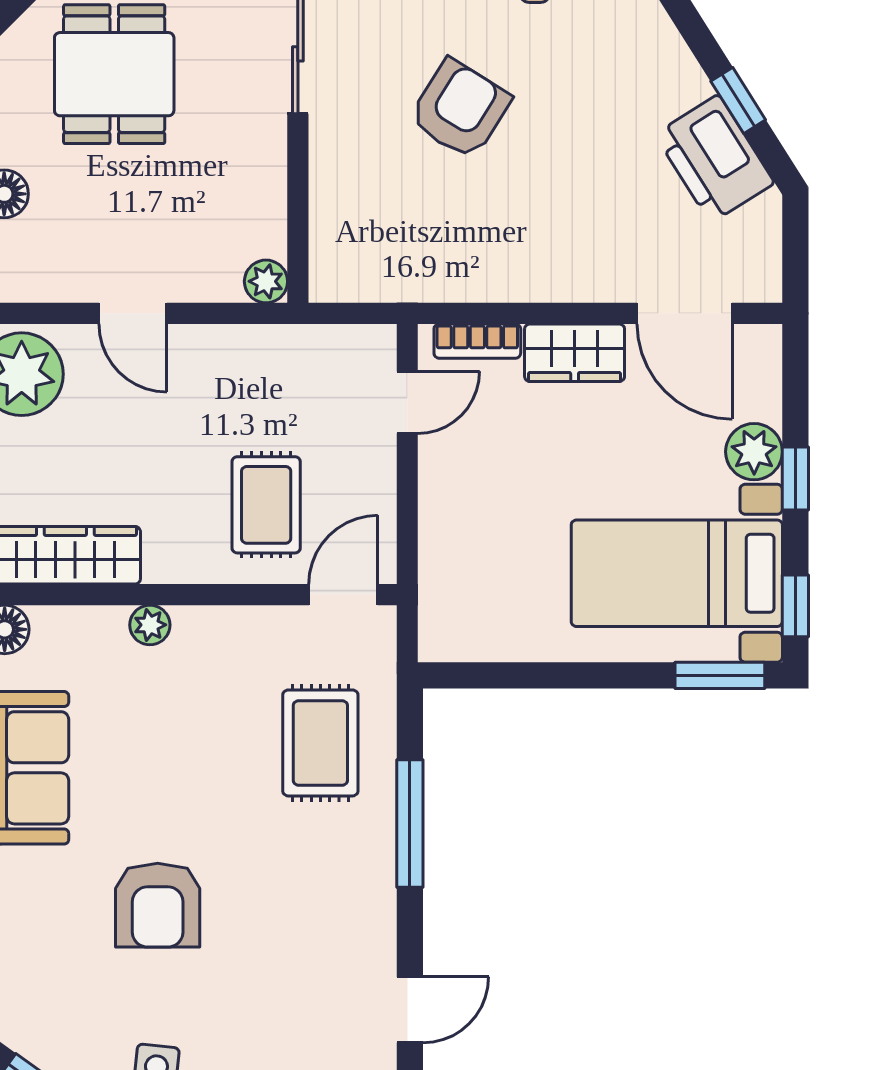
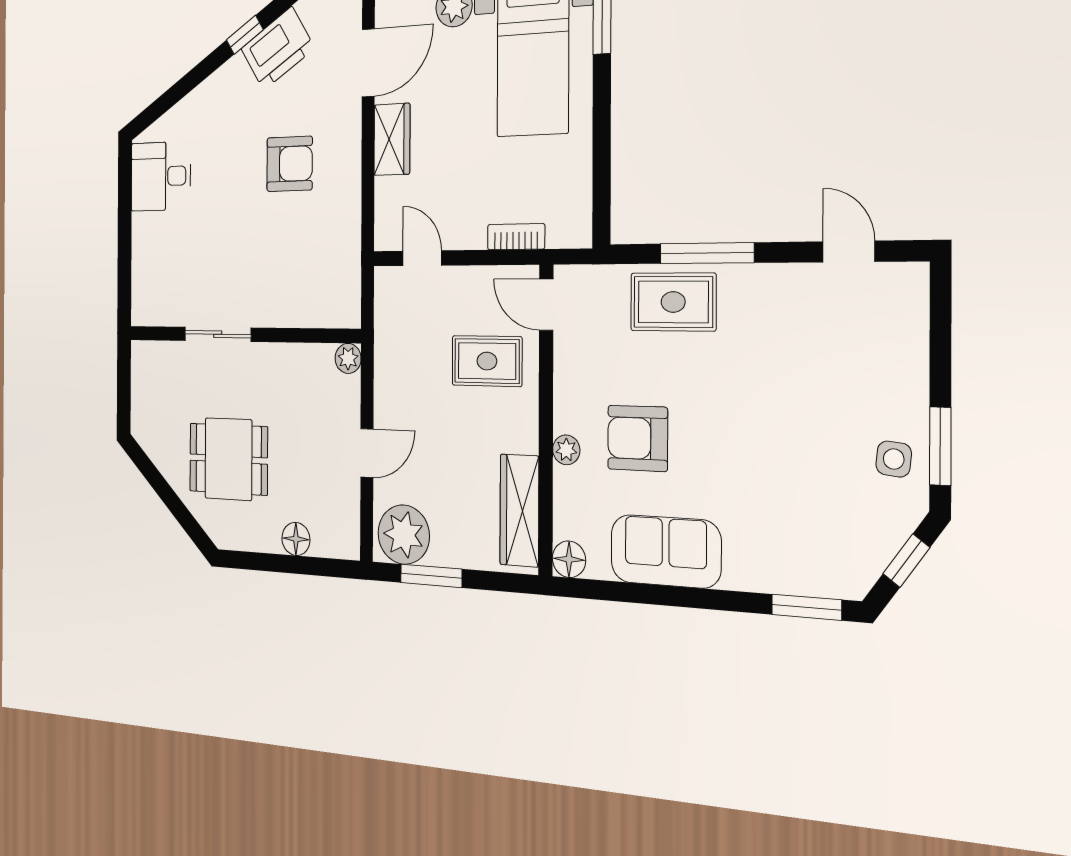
armchair: (460, 109) -> (290, 164), moved, turned 148
bookcase: (477, 341) -> (516, 237), moved, turned -90
rug: (320, 743) -> (673, 302), moved
armchair: (158, 905) -> (638, 438), moved, turned 180

